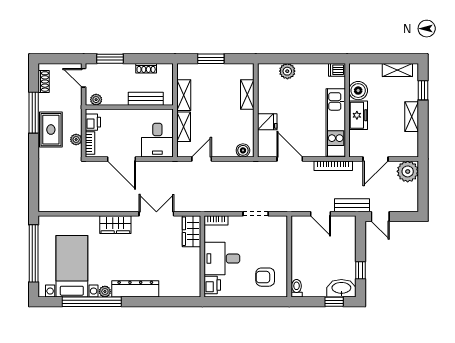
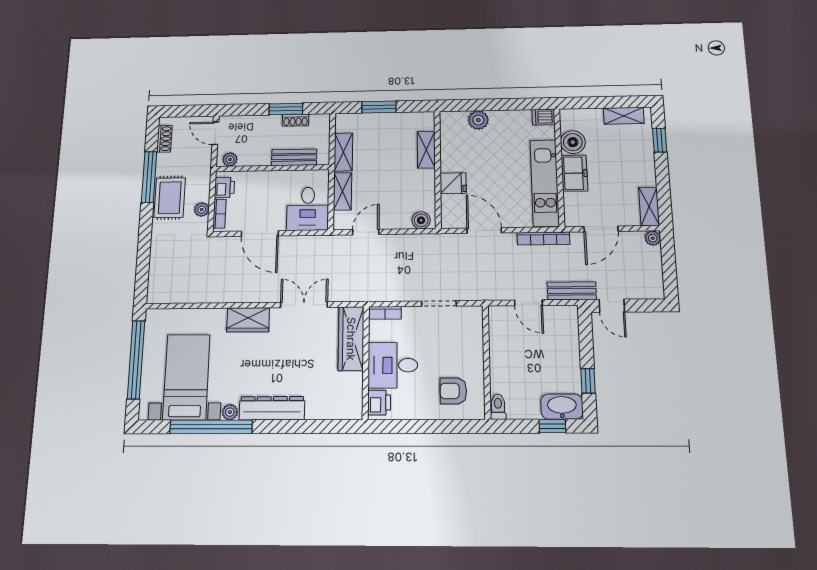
window: (110, 59) -> (286, 109), moved
shelving: (412, 117) -> (649, 206), moved
plant: (408, 171) -> (653, 238), width x0.53, depth x0.53
wardrobe: (192, 231) -> (351, 339), width x1.50

